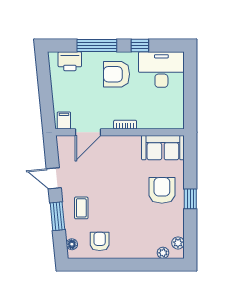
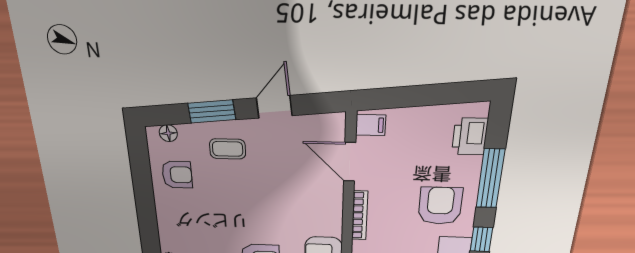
bookcase: (125, 125) -> (360, 215), width x1.56

